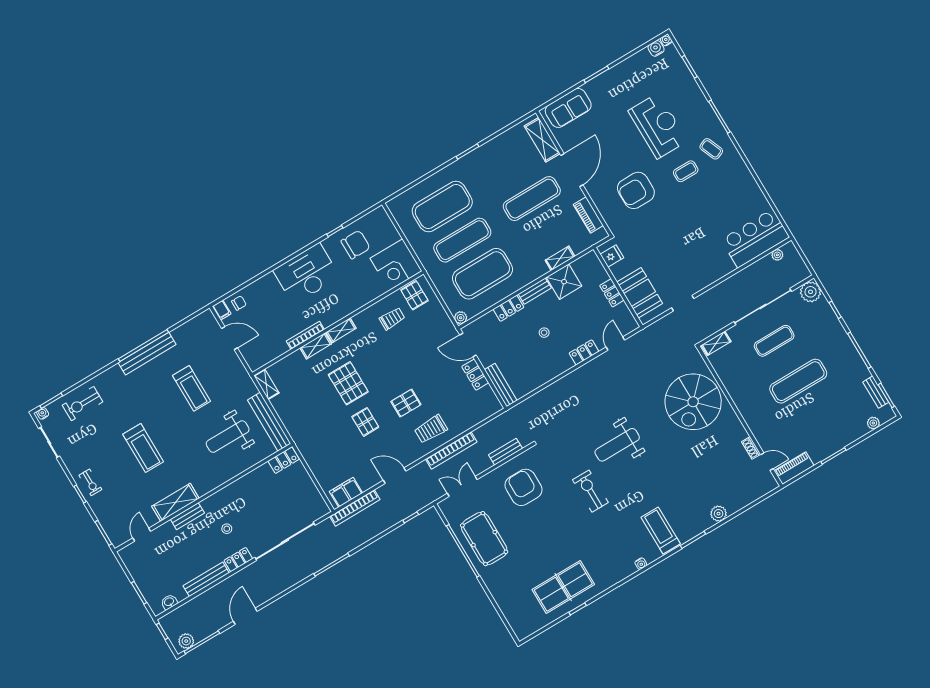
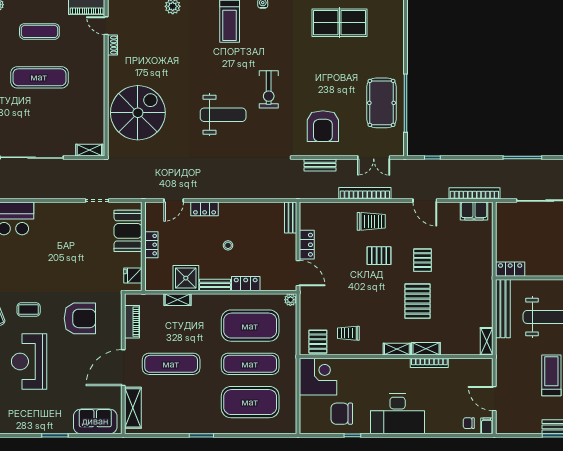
exercise mat: (774, 341) -> (39, 31), moved
bench: (501, 385) -> (291, 218), width x0.73

